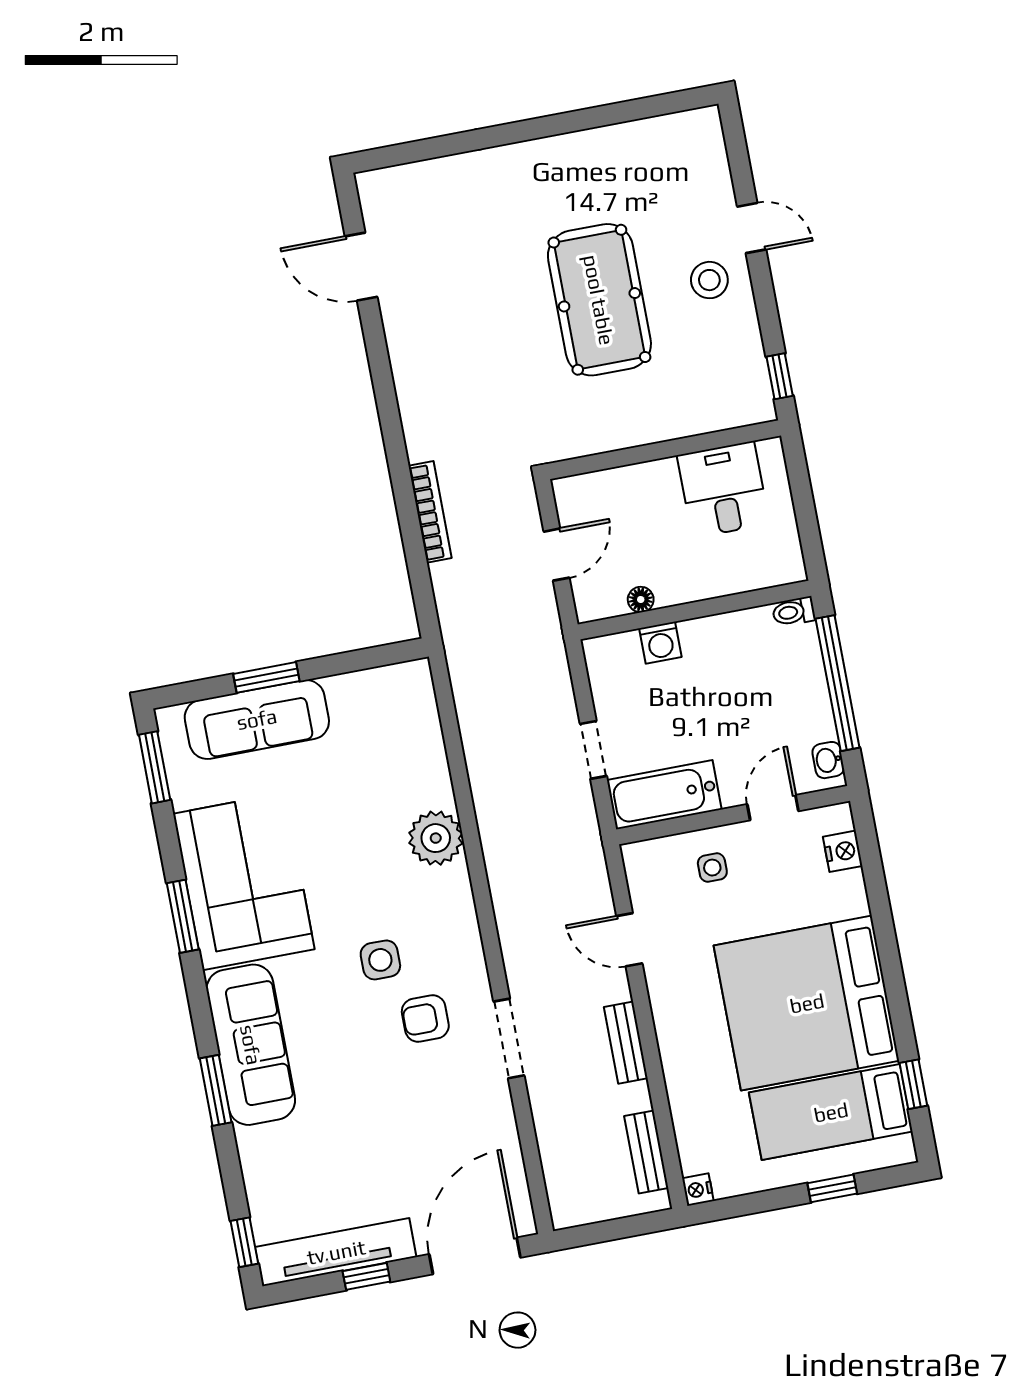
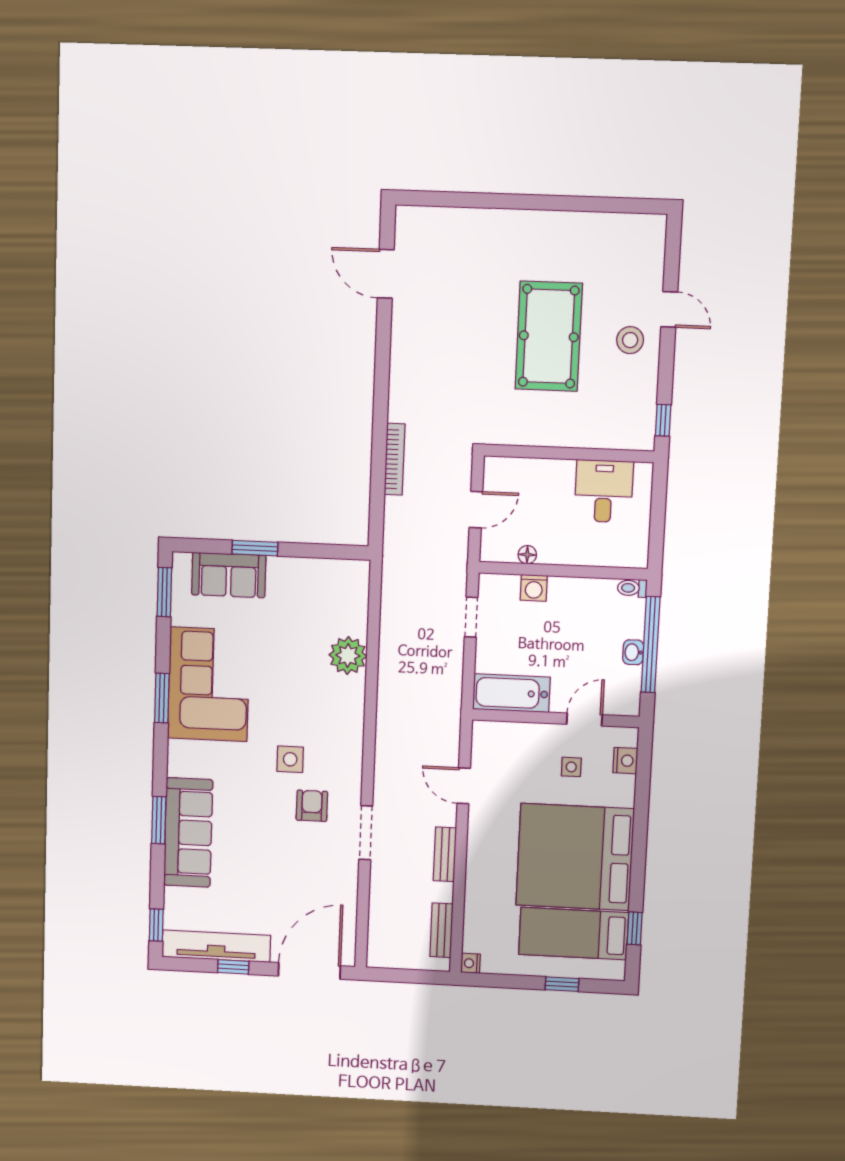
sofa: (257, 719) -> (229, 575), width x0.73
doorway: (593, 750) -> (471, 617), moved
washbasin: (828, 760) -> (633, 652), moved
plant: (436, 838) -> (348, 656), moved
side table: (712, 868) -> (571, 767), moved
armchair: (425, 1018) -> (312, 806), turned 90
sofa: (251, 1045) -> (188, 833), moved

